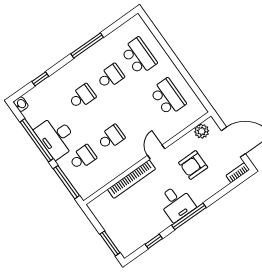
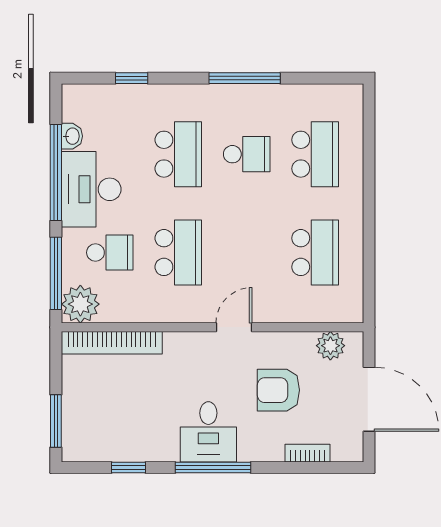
school desk: (82, 97) -> (178, 154), width x1.85
washbasin: (21, 104) -> (72, 136), moved
school desk: (111, 137) -> (178, 253), width x1.85
bookcase: (238, 173) -> (308, 453), moved
bookcase: (132, 179) -> (112, 343), moved
plant: (86, 188) -> (80, 304), added

